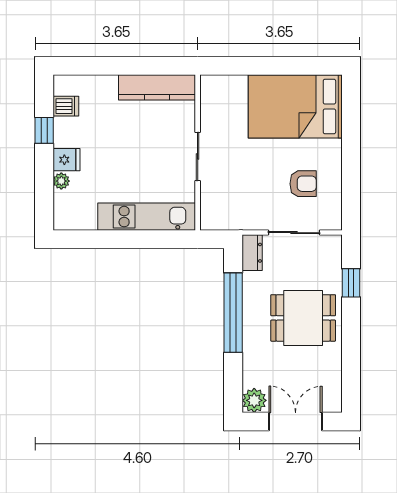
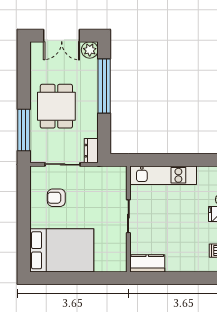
kitchen counter: (157, 87) -> (147, 263), width x0.67
window: (351, 283) -> (24, 130), width x2.17
window: (233, 313) -> (104, 86), moved
dining table: (303, 318) -> (56, 106), turned 90

